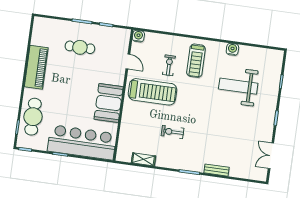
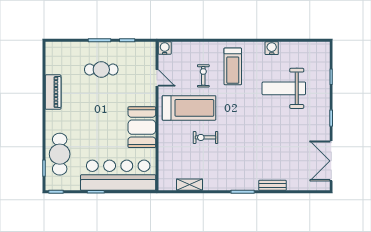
piano: (36, 67) -> (53, 92), width x0.73, depth x0.75
exercise bike: (173, 132) -> (205, 137), moved
double door: (271, 156) -> (331, 161), width x1.37

